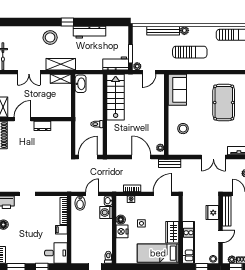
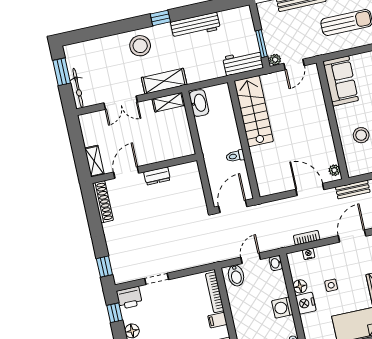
washing machine: (106, 212) -> (282, 308), moved

